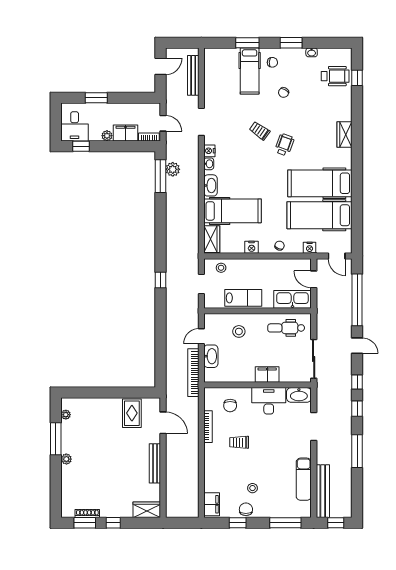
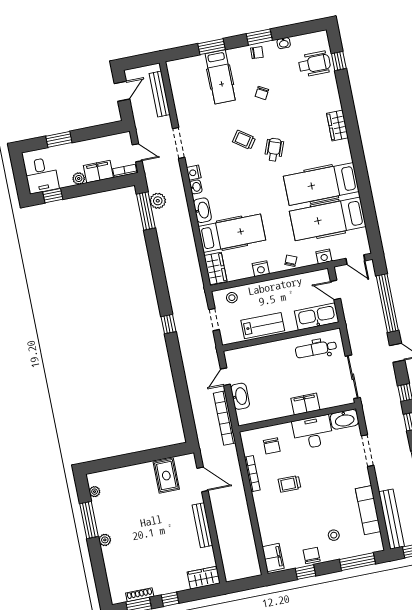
chair: (272, 62) -> (257, 53), moved
stool: (239, 331) -> (265, 363), removed
stool: (252, 488) -> (334, 535), moved

